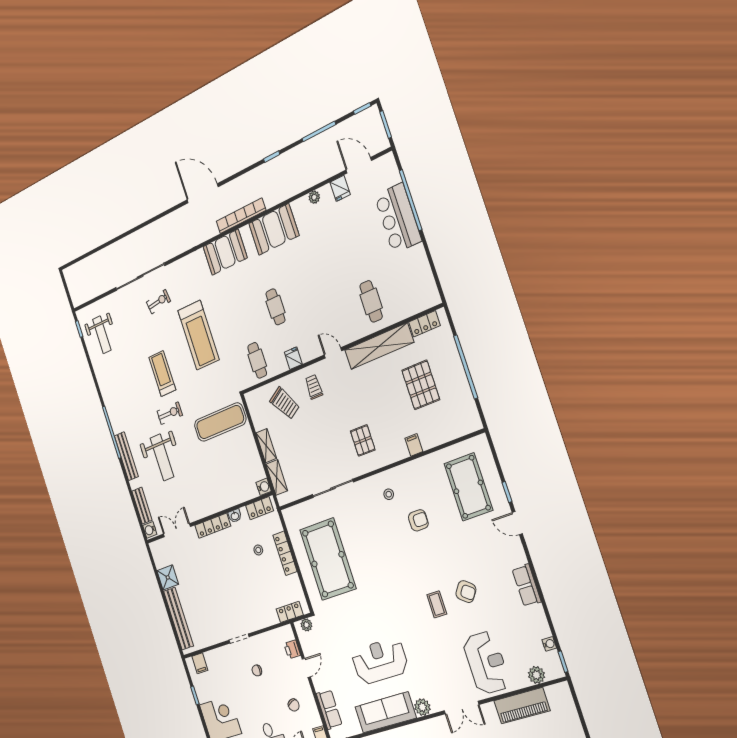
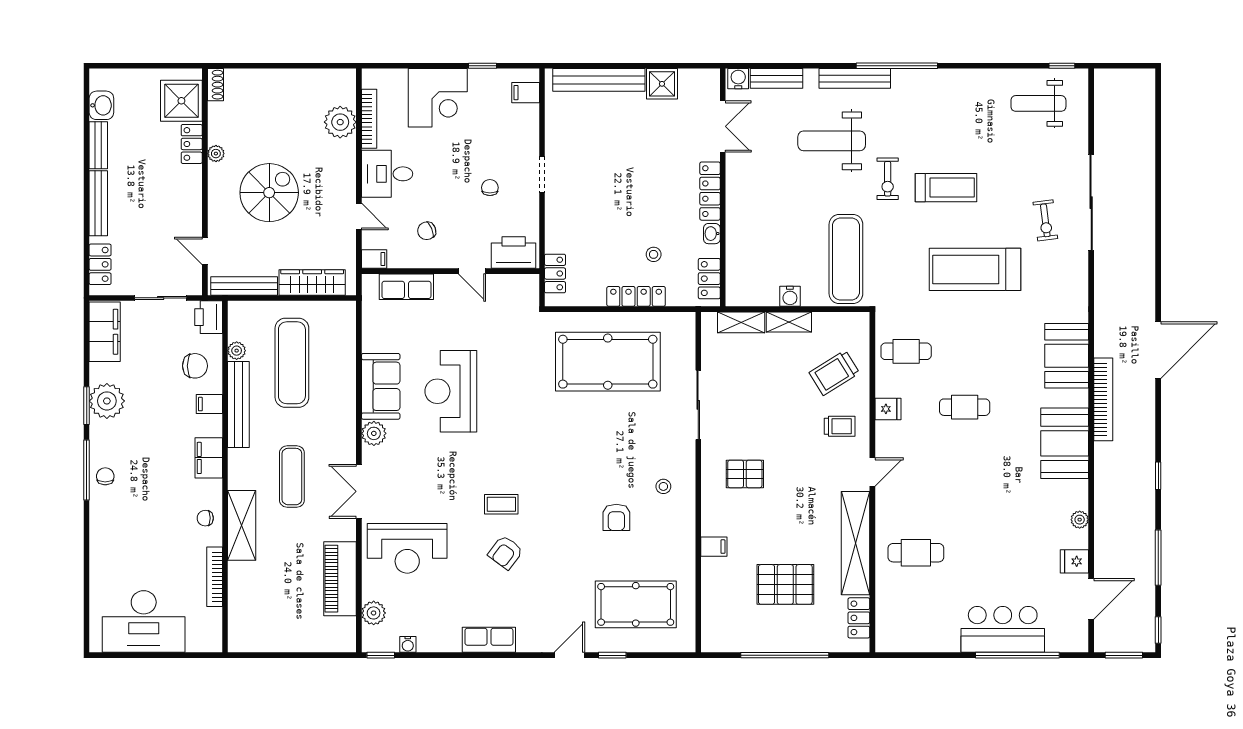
water cooler: (264, 487) -> (790, 296), moved
plant: (306, 625) -> (530, 294), removed
printer: (292, 649) -> (514, 253), width x1.87, depth x1.48
reception desk: (380, 661) -> (451, 391), turned 180
sofa: (386, 712) -> (381, 386), width x0.73

